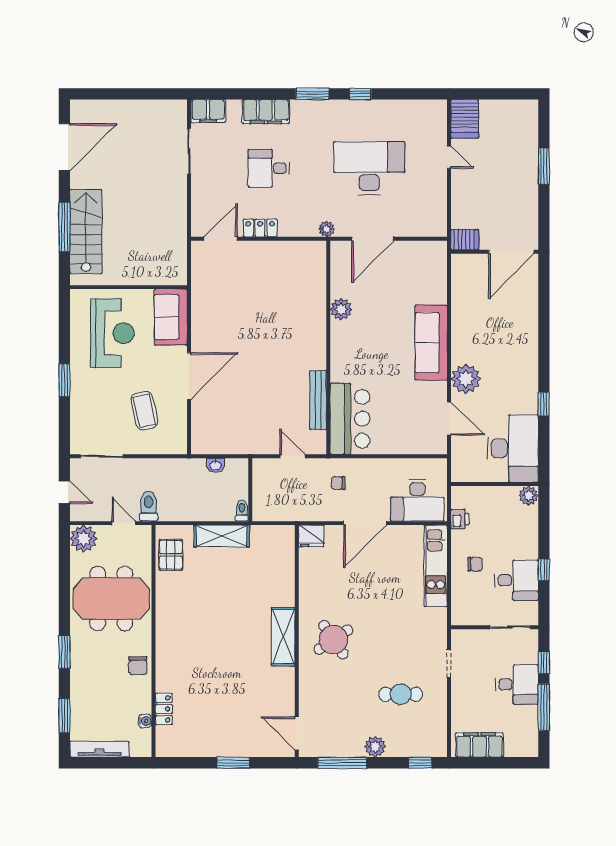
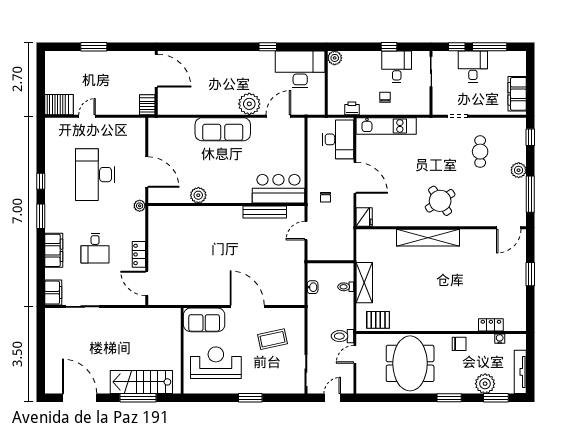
toilet: (242, 511) -> (346, 287), moved
plant: (84, 539) -> (485, 384), moved
shelving: (283, 637) -> (428, 238), width x1.47

